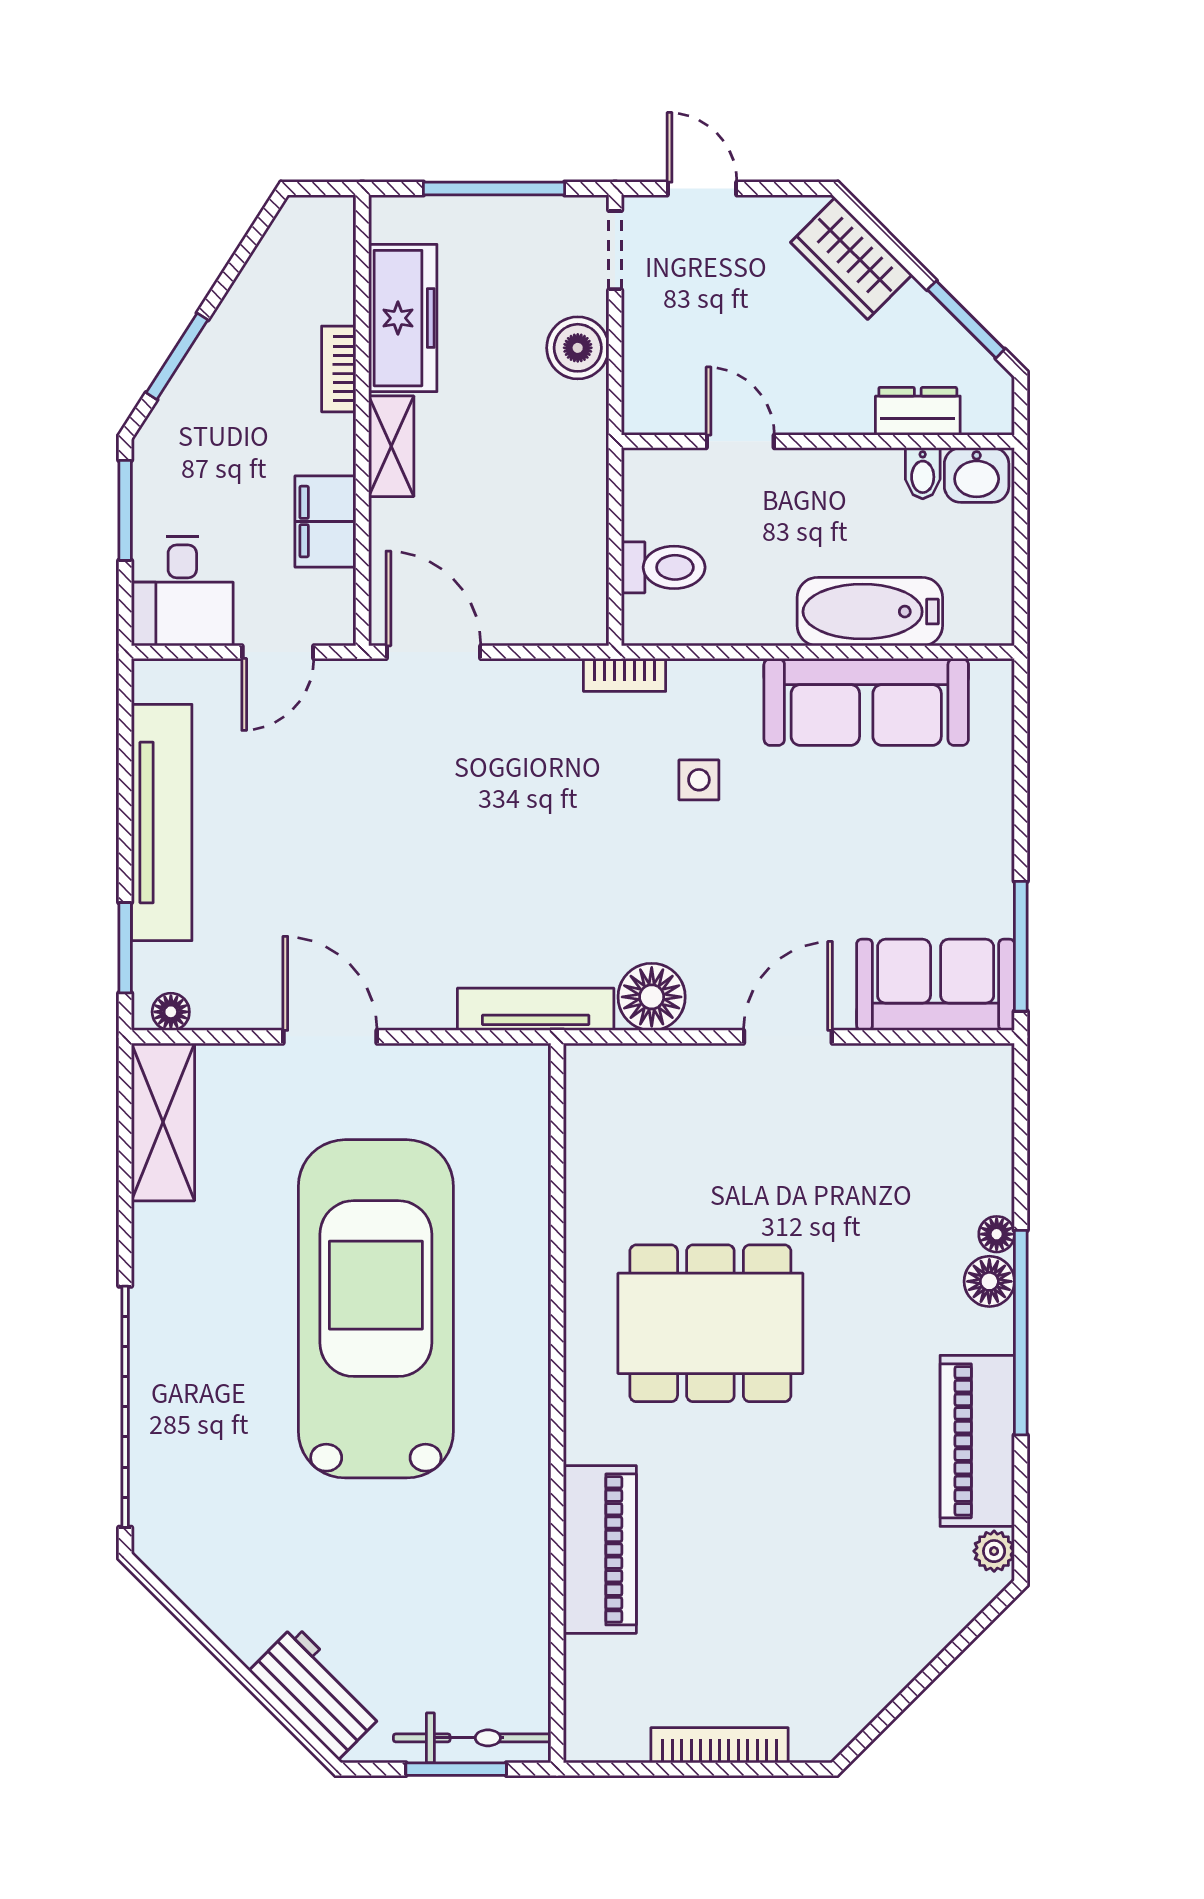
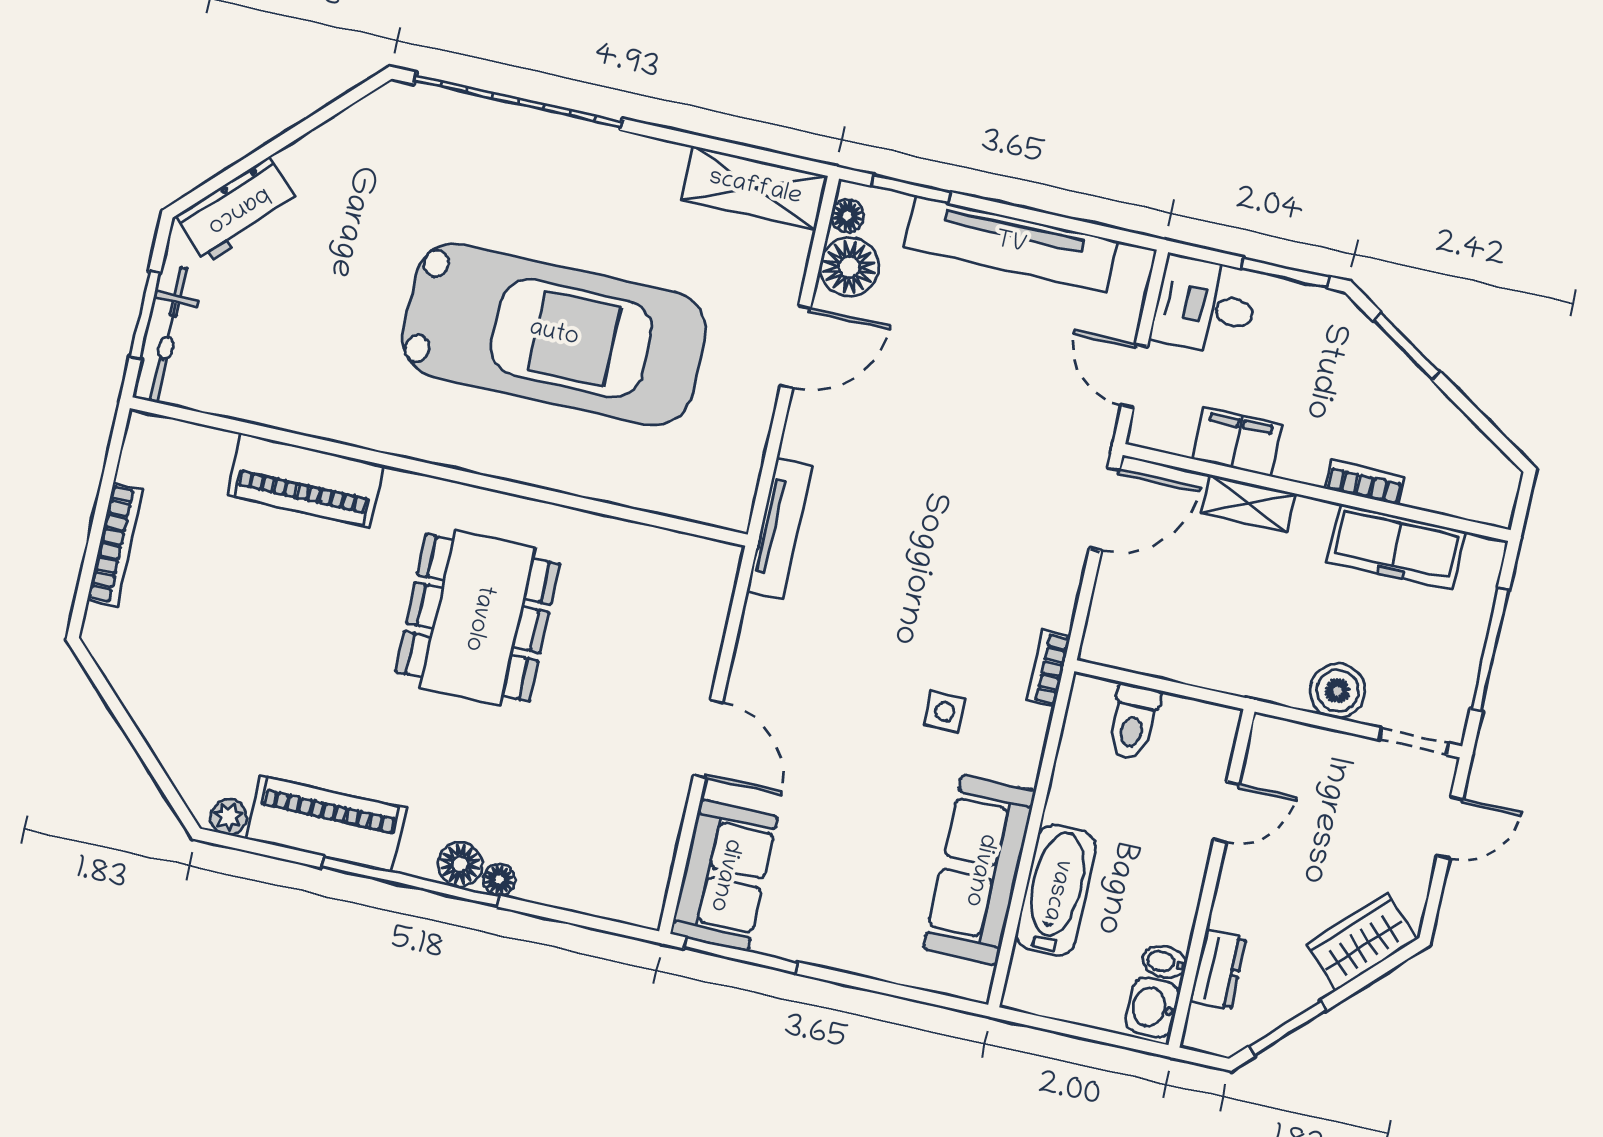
shelving: (391, 446) -> (1248, 503), moved
floor lamp: (652, 997) -> (849, 267), moved

